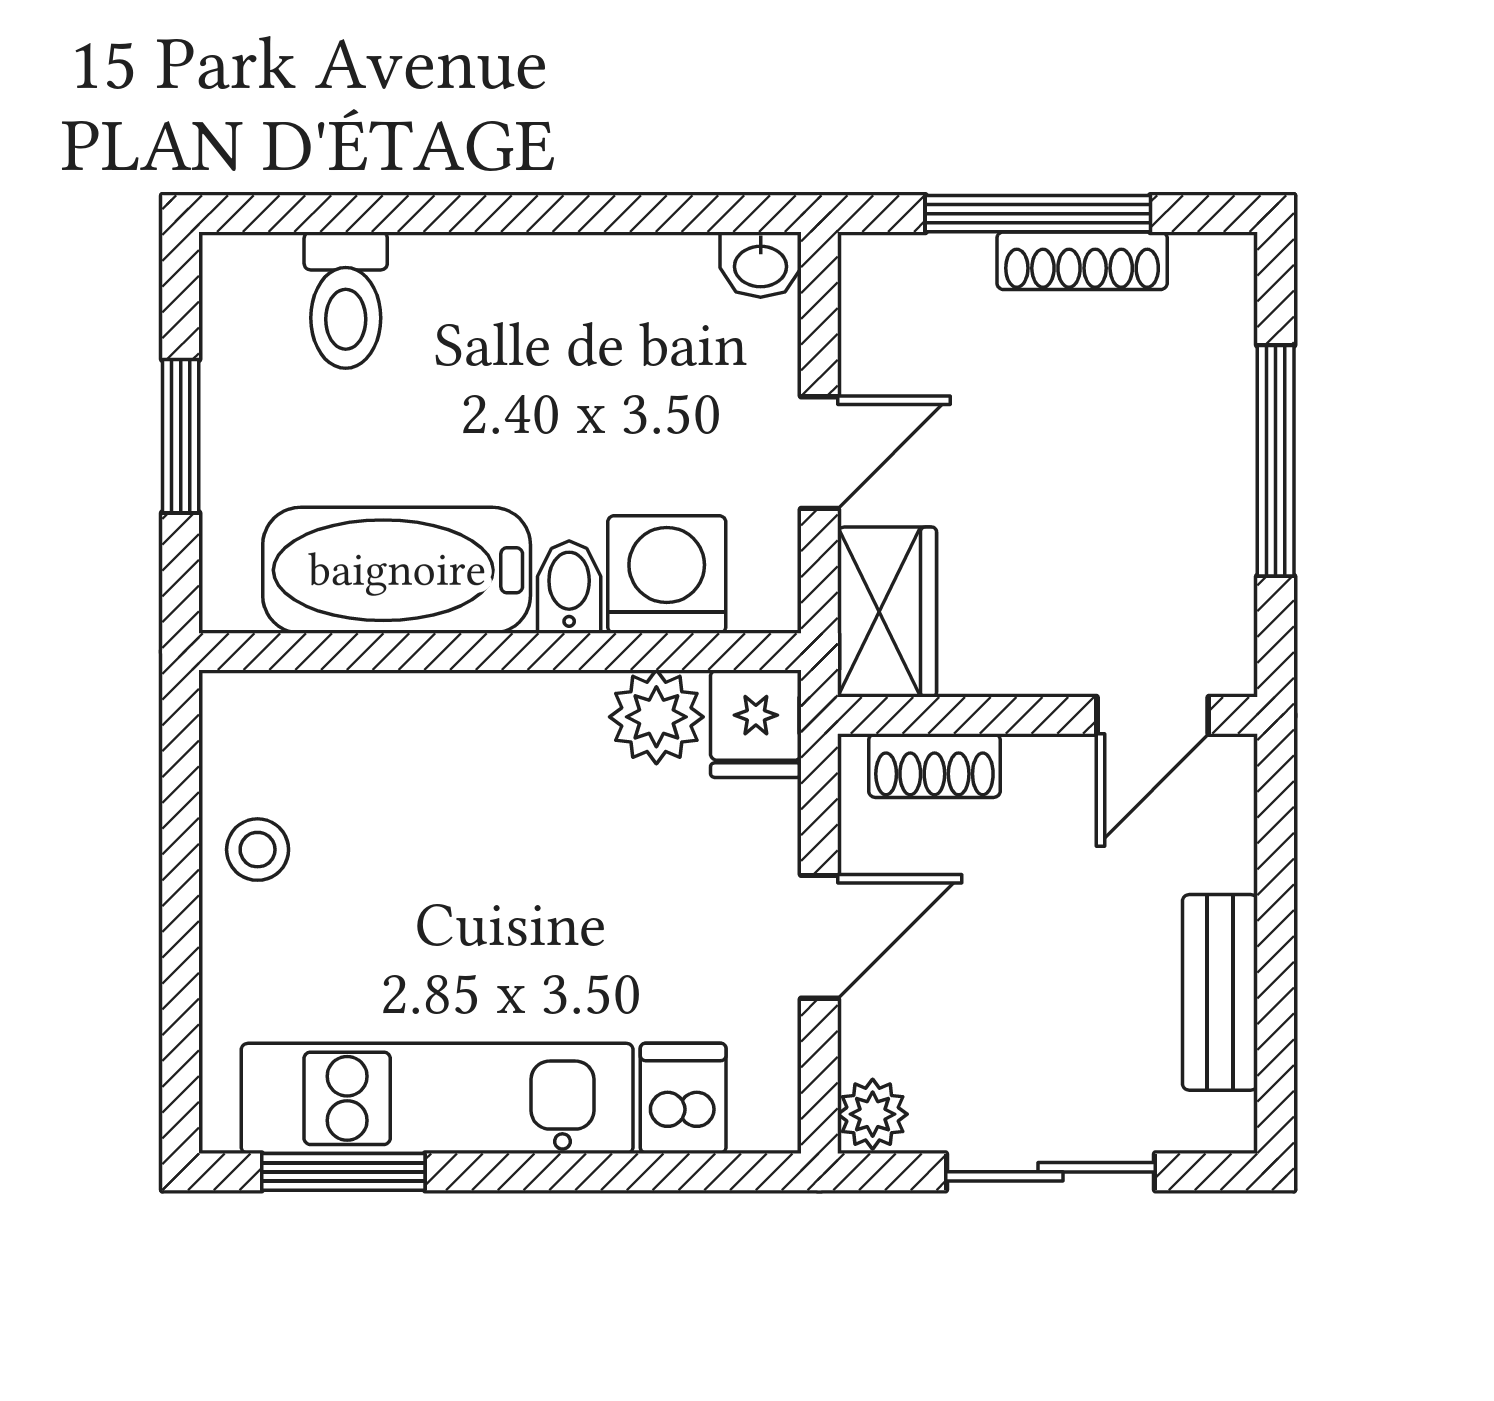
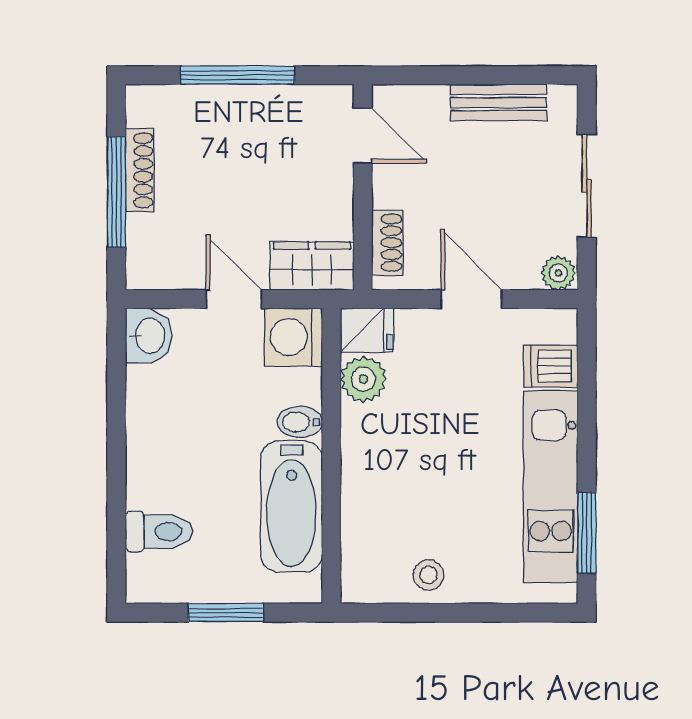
washbasin: (761, 265) -> (149, 336), width x1.38, depth x1.45
washing machine: (667, 574) -> (294, 337), moved

